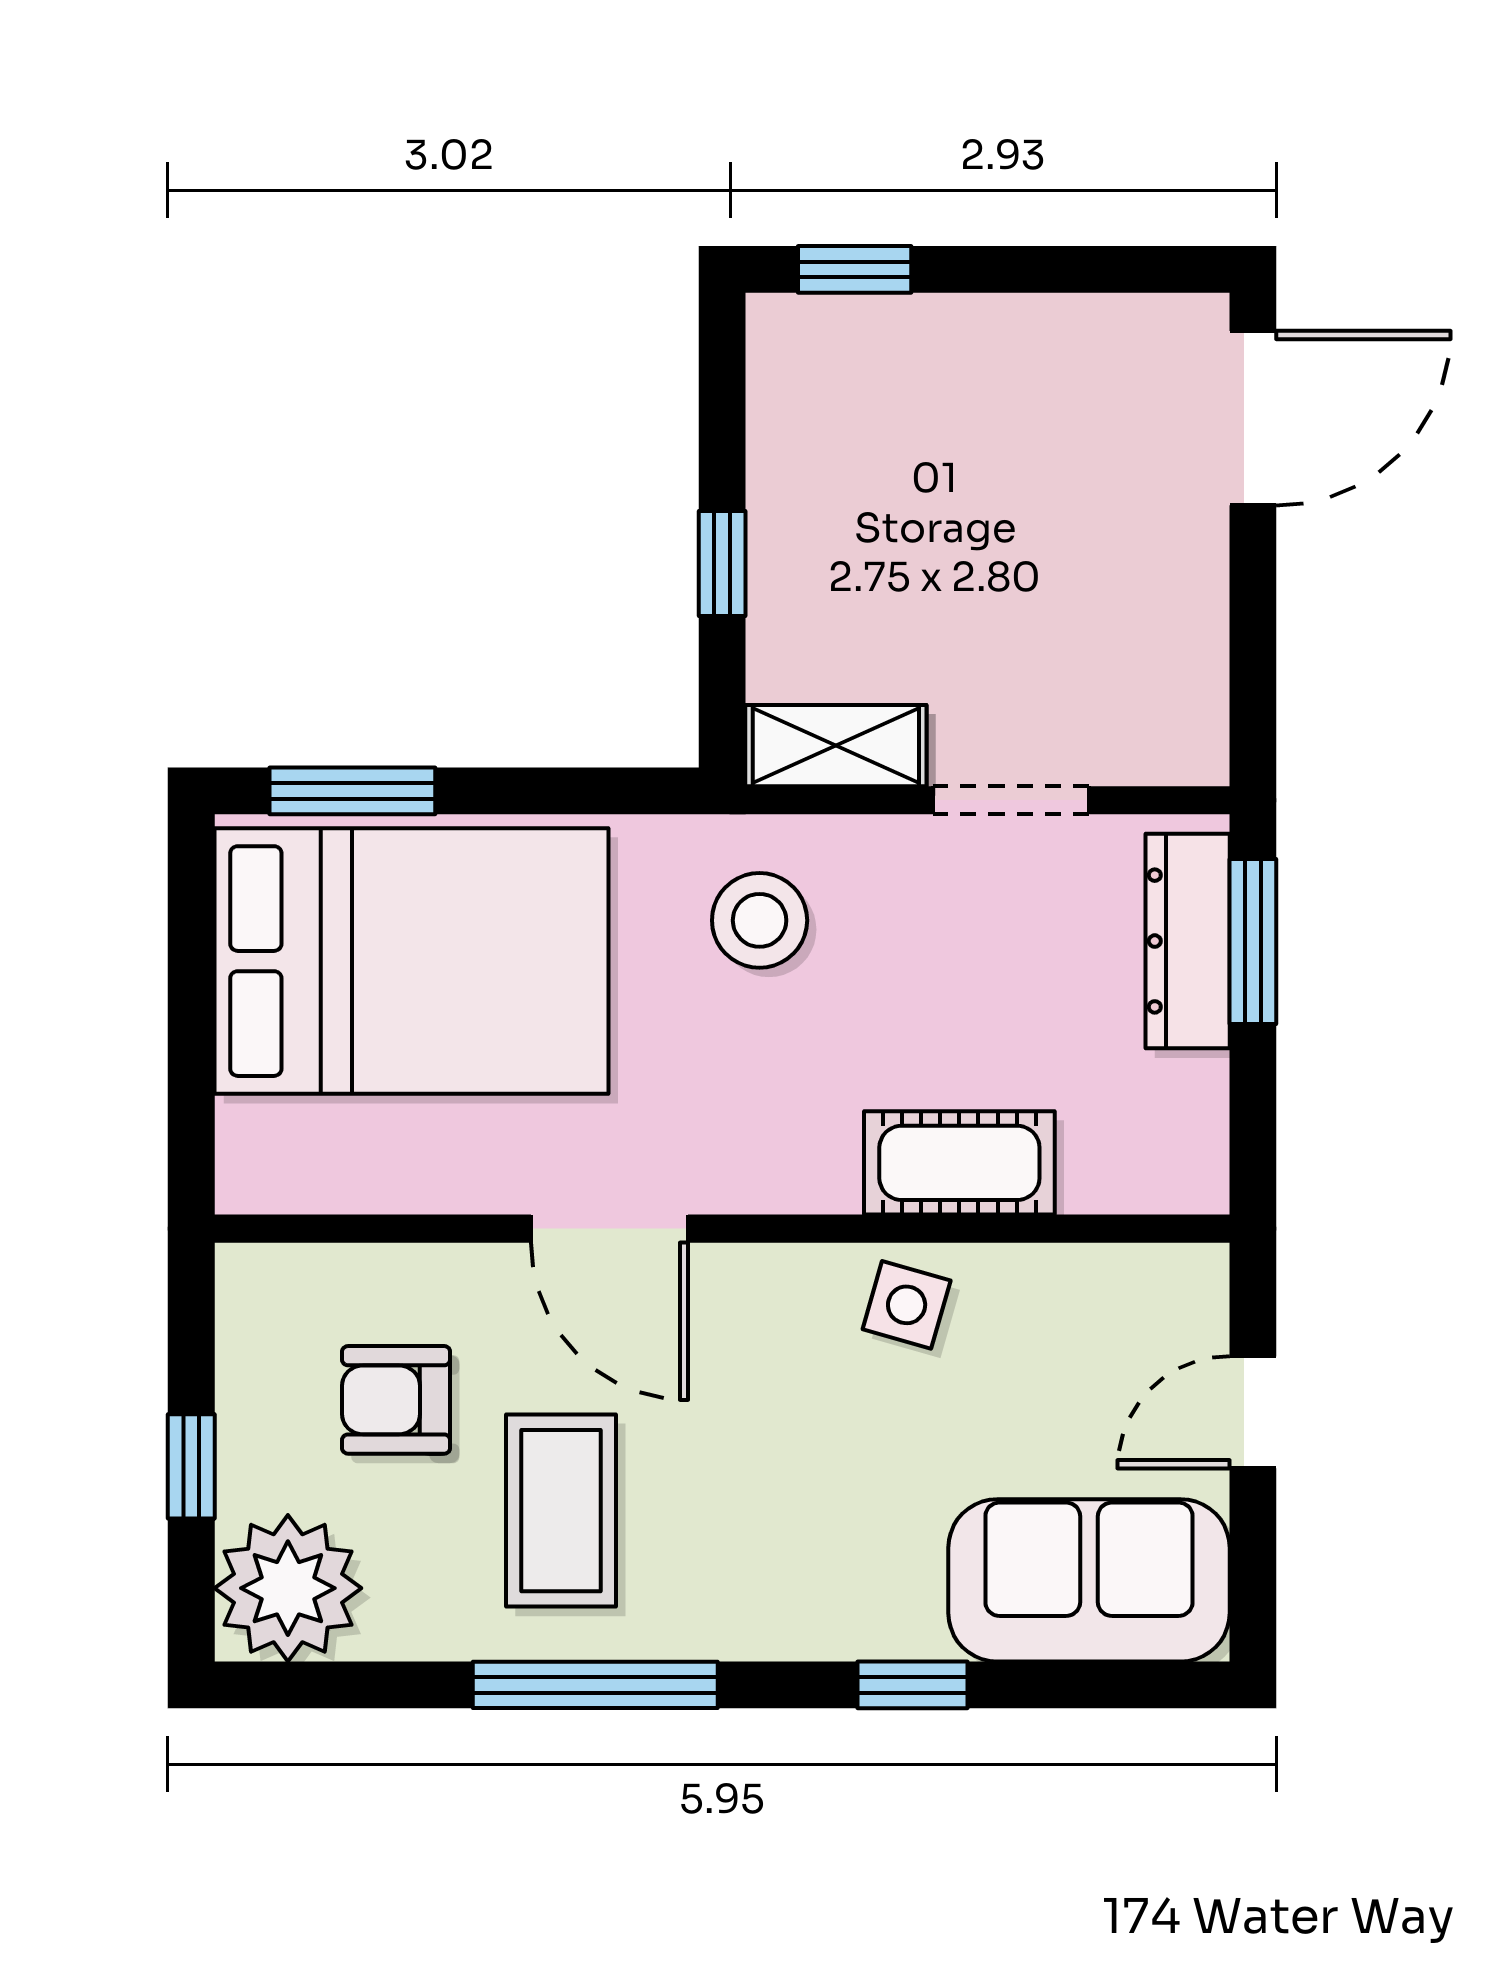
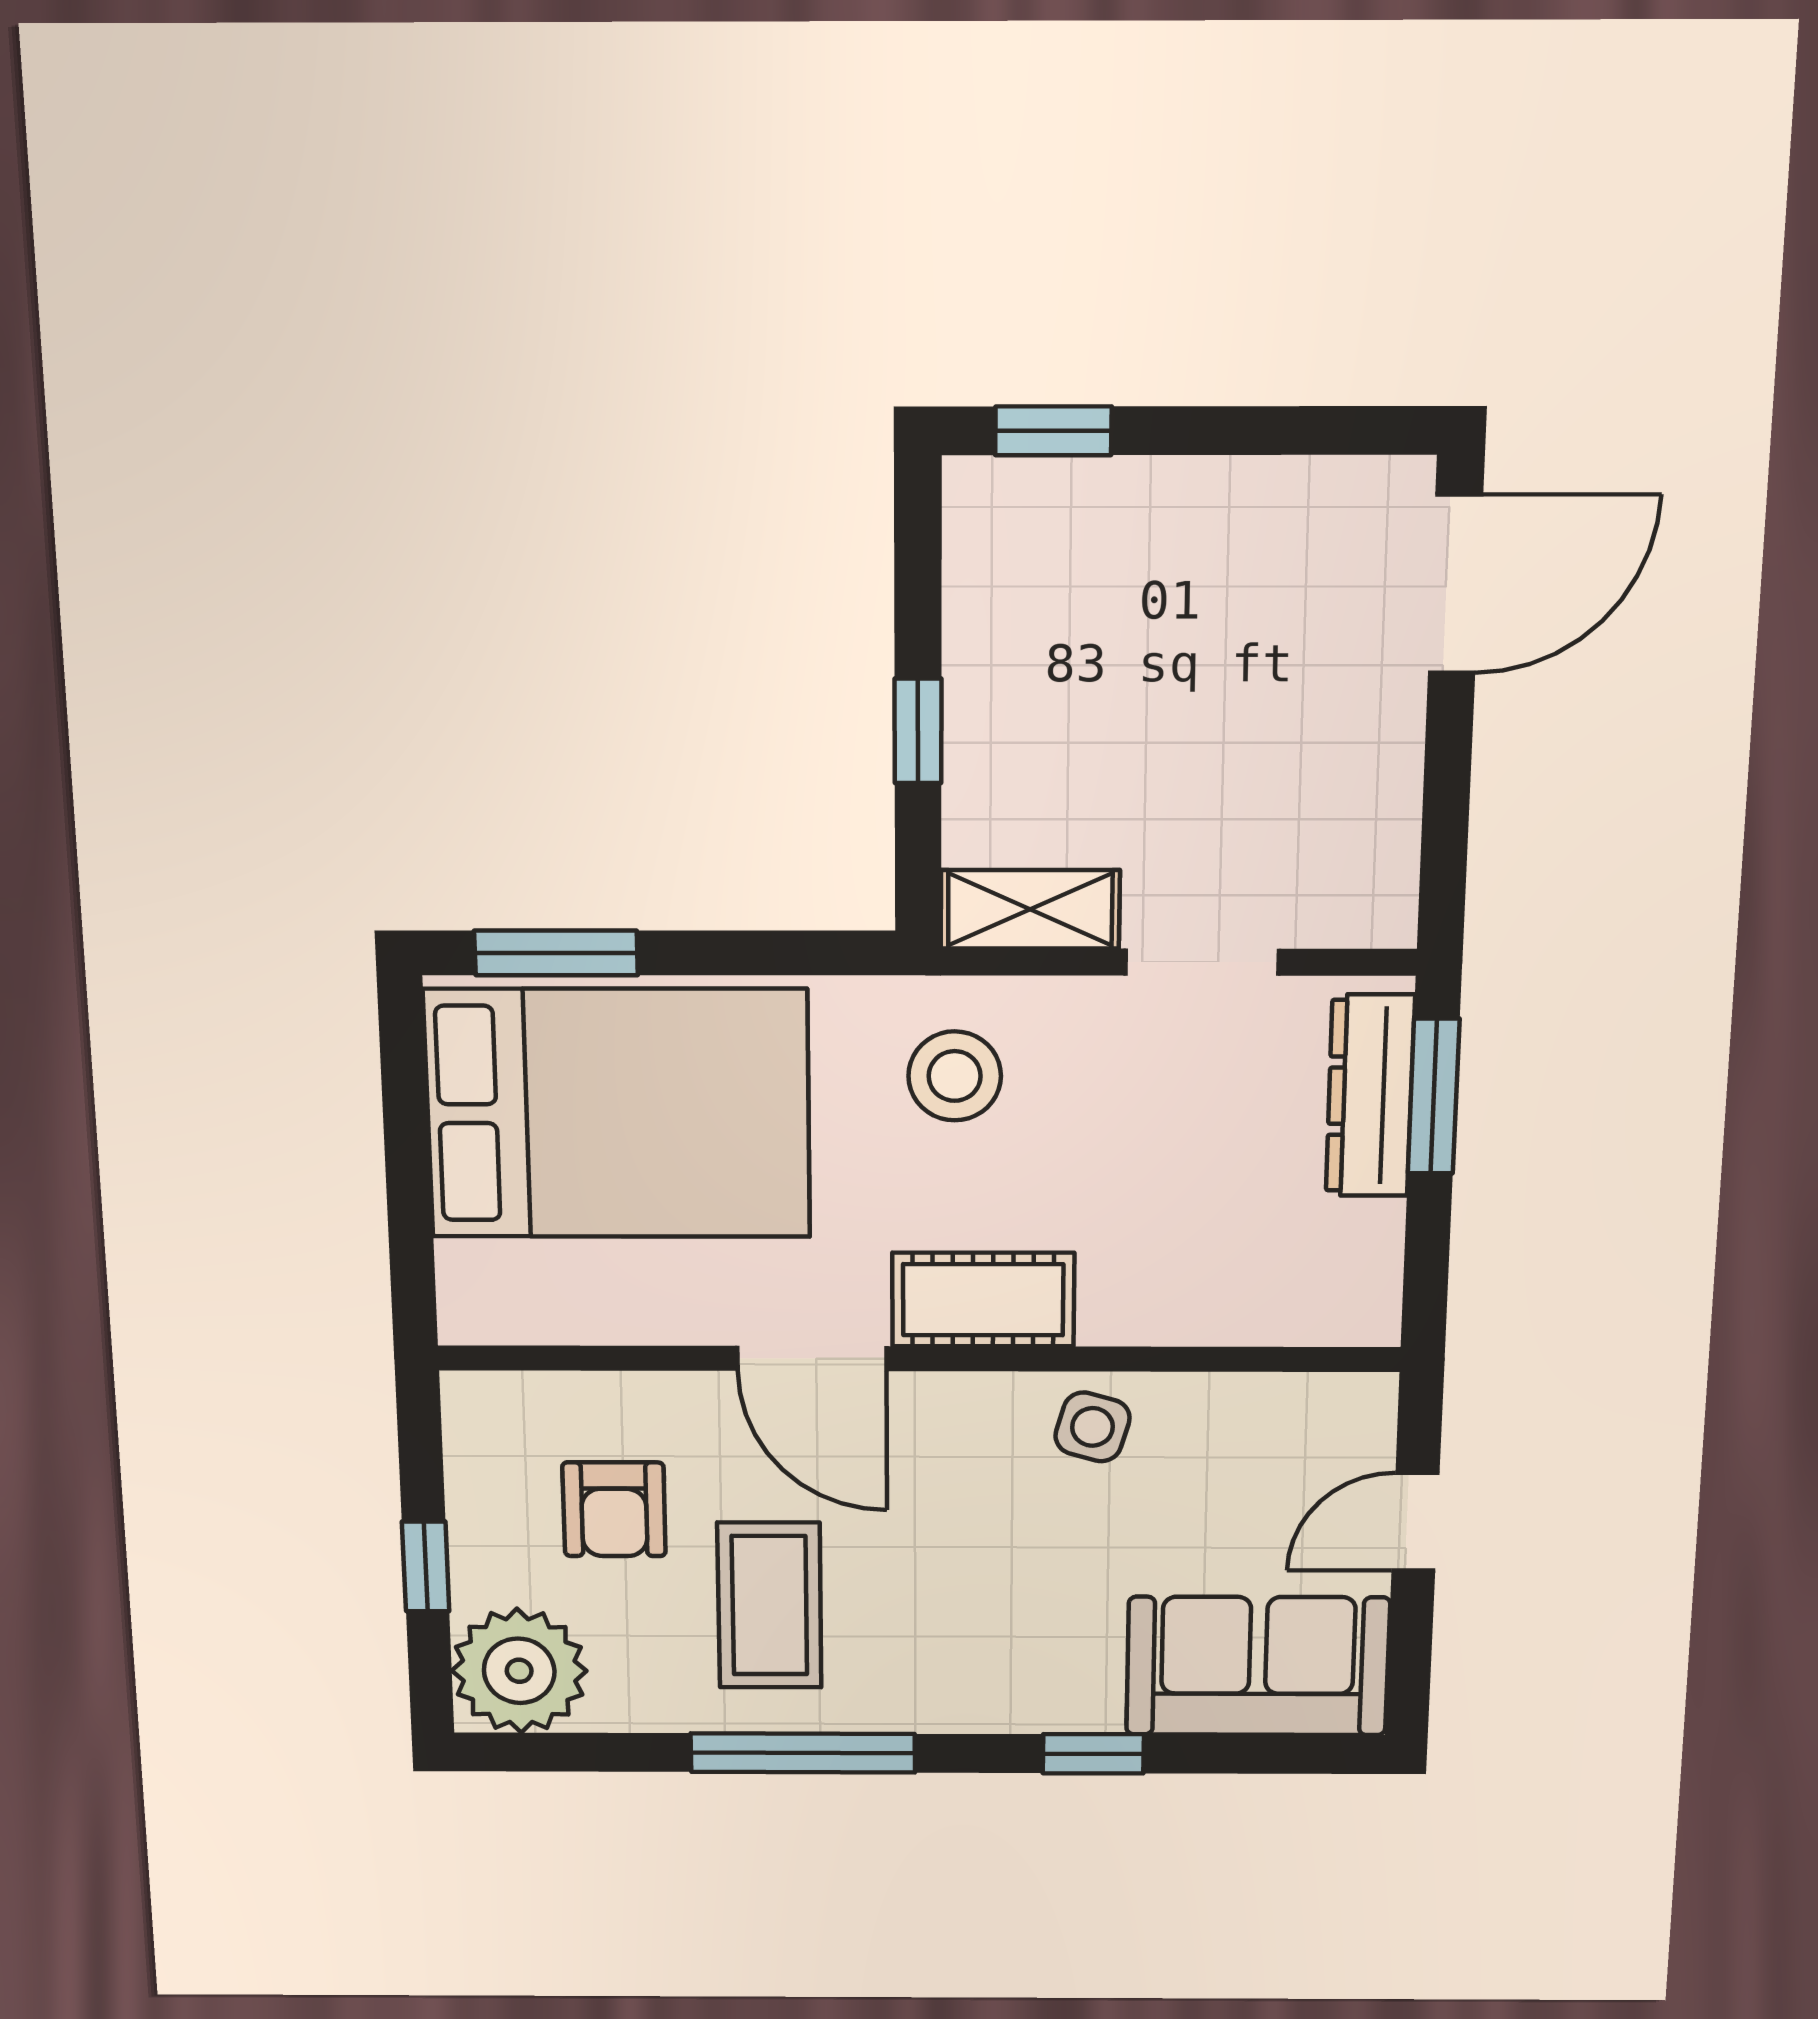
cot: (959, 1163) -> (983, 1300), moved
armchair: (396, 1400) -> (614, 1509), turned -90

